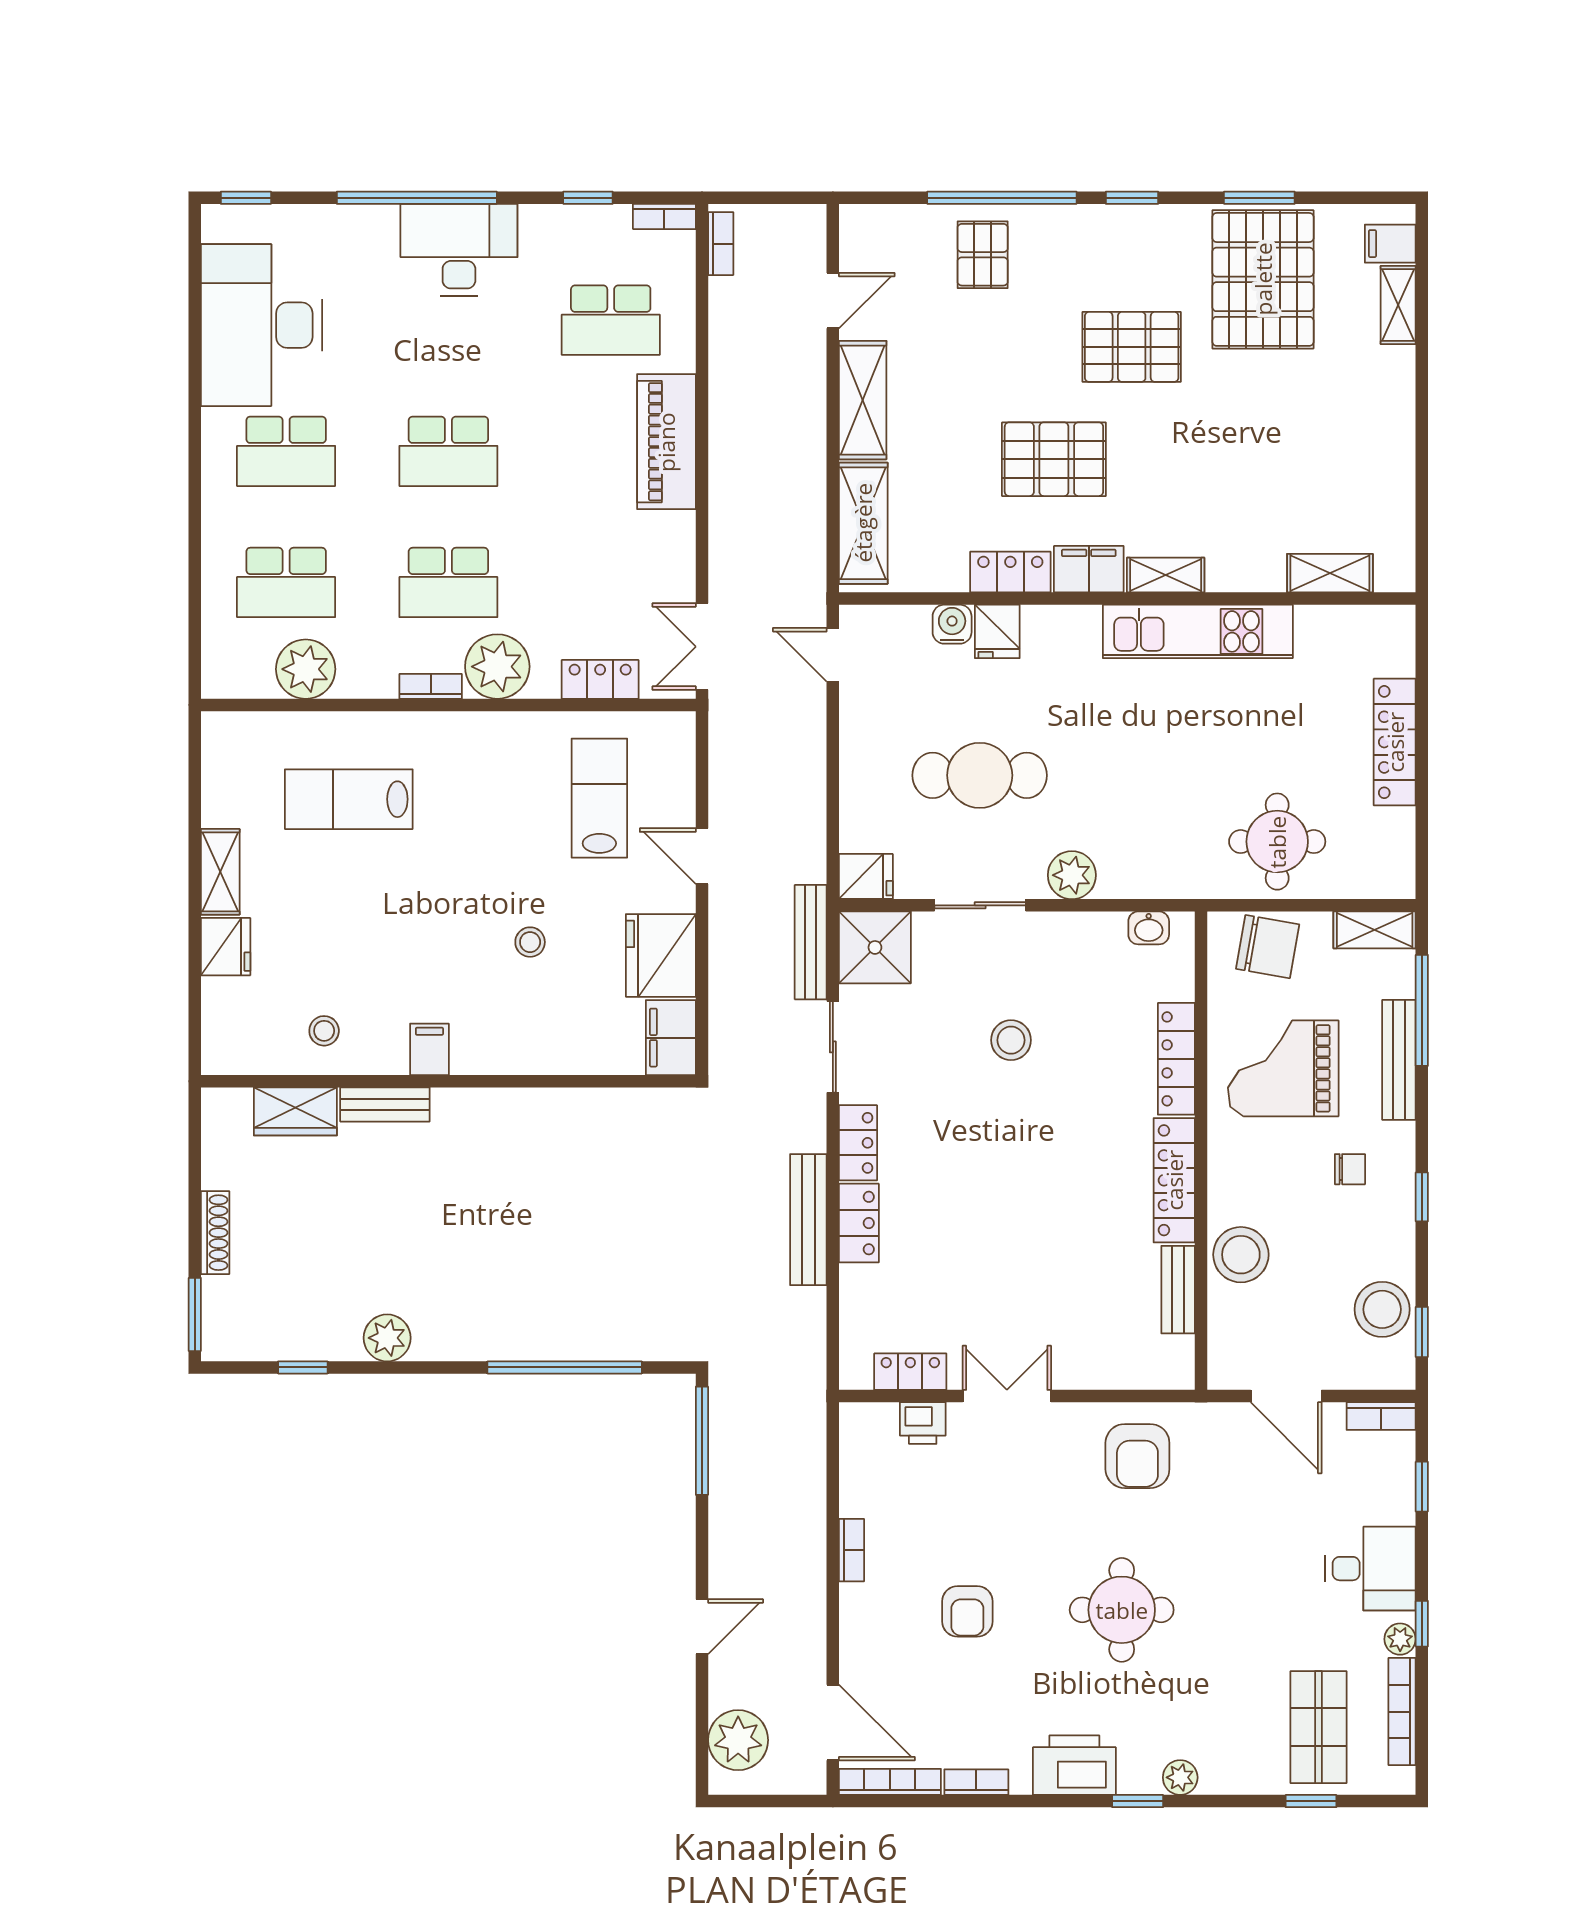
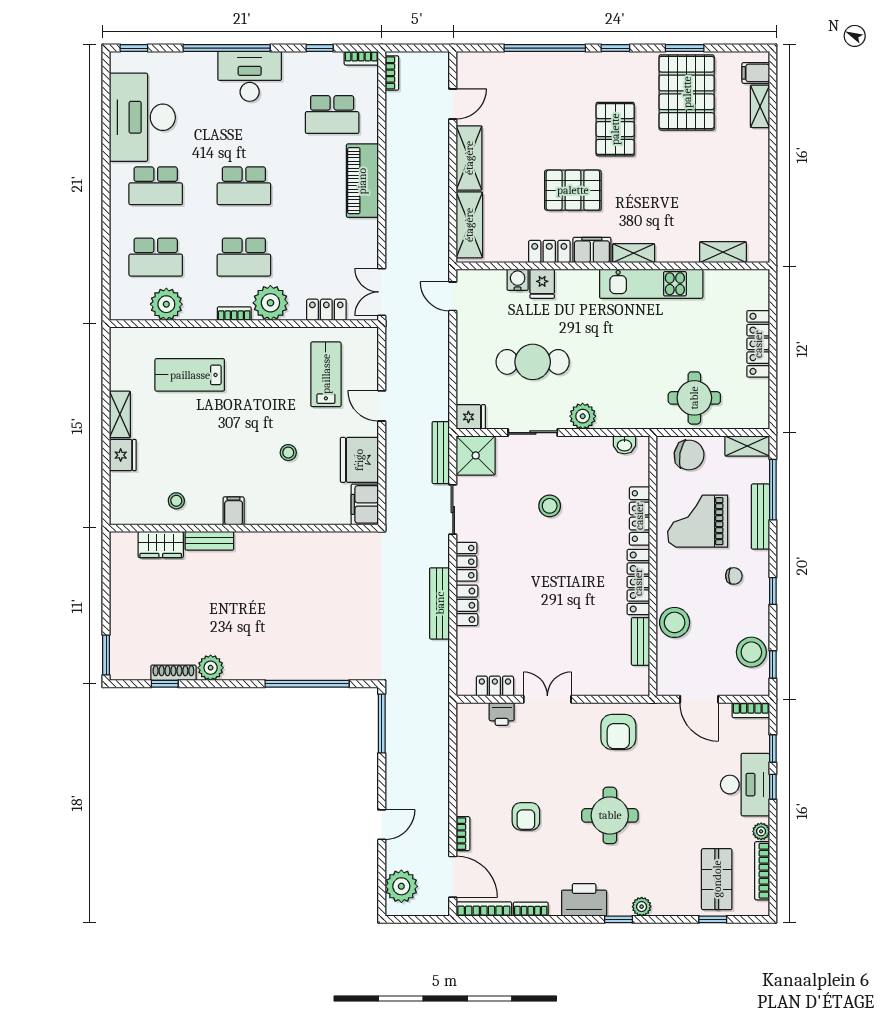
pallet: (983, 255) -> (534, 79), removed
pallet: (1132, 347) -> (615, 129), turned 90
shoe rack: (215, 1233) -> (173, 673), moved, turned -90
bookcase: (852, 1550) -> (463, 834), moved
desk: (1371, 1569) -> (745, 785), width x1.37
window: (1422, 1624) -> (773, 787), moved

